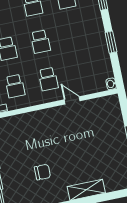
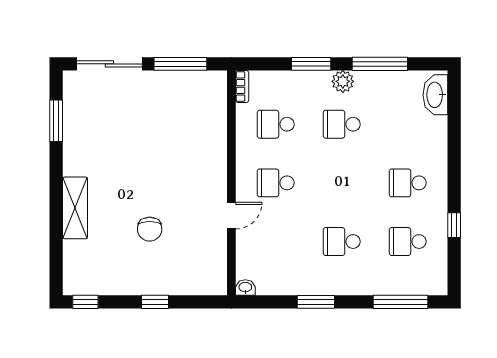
school desk: (40, 42) -> (342, 242), moved
chair: (42, 172) -> (150, 229), moved

